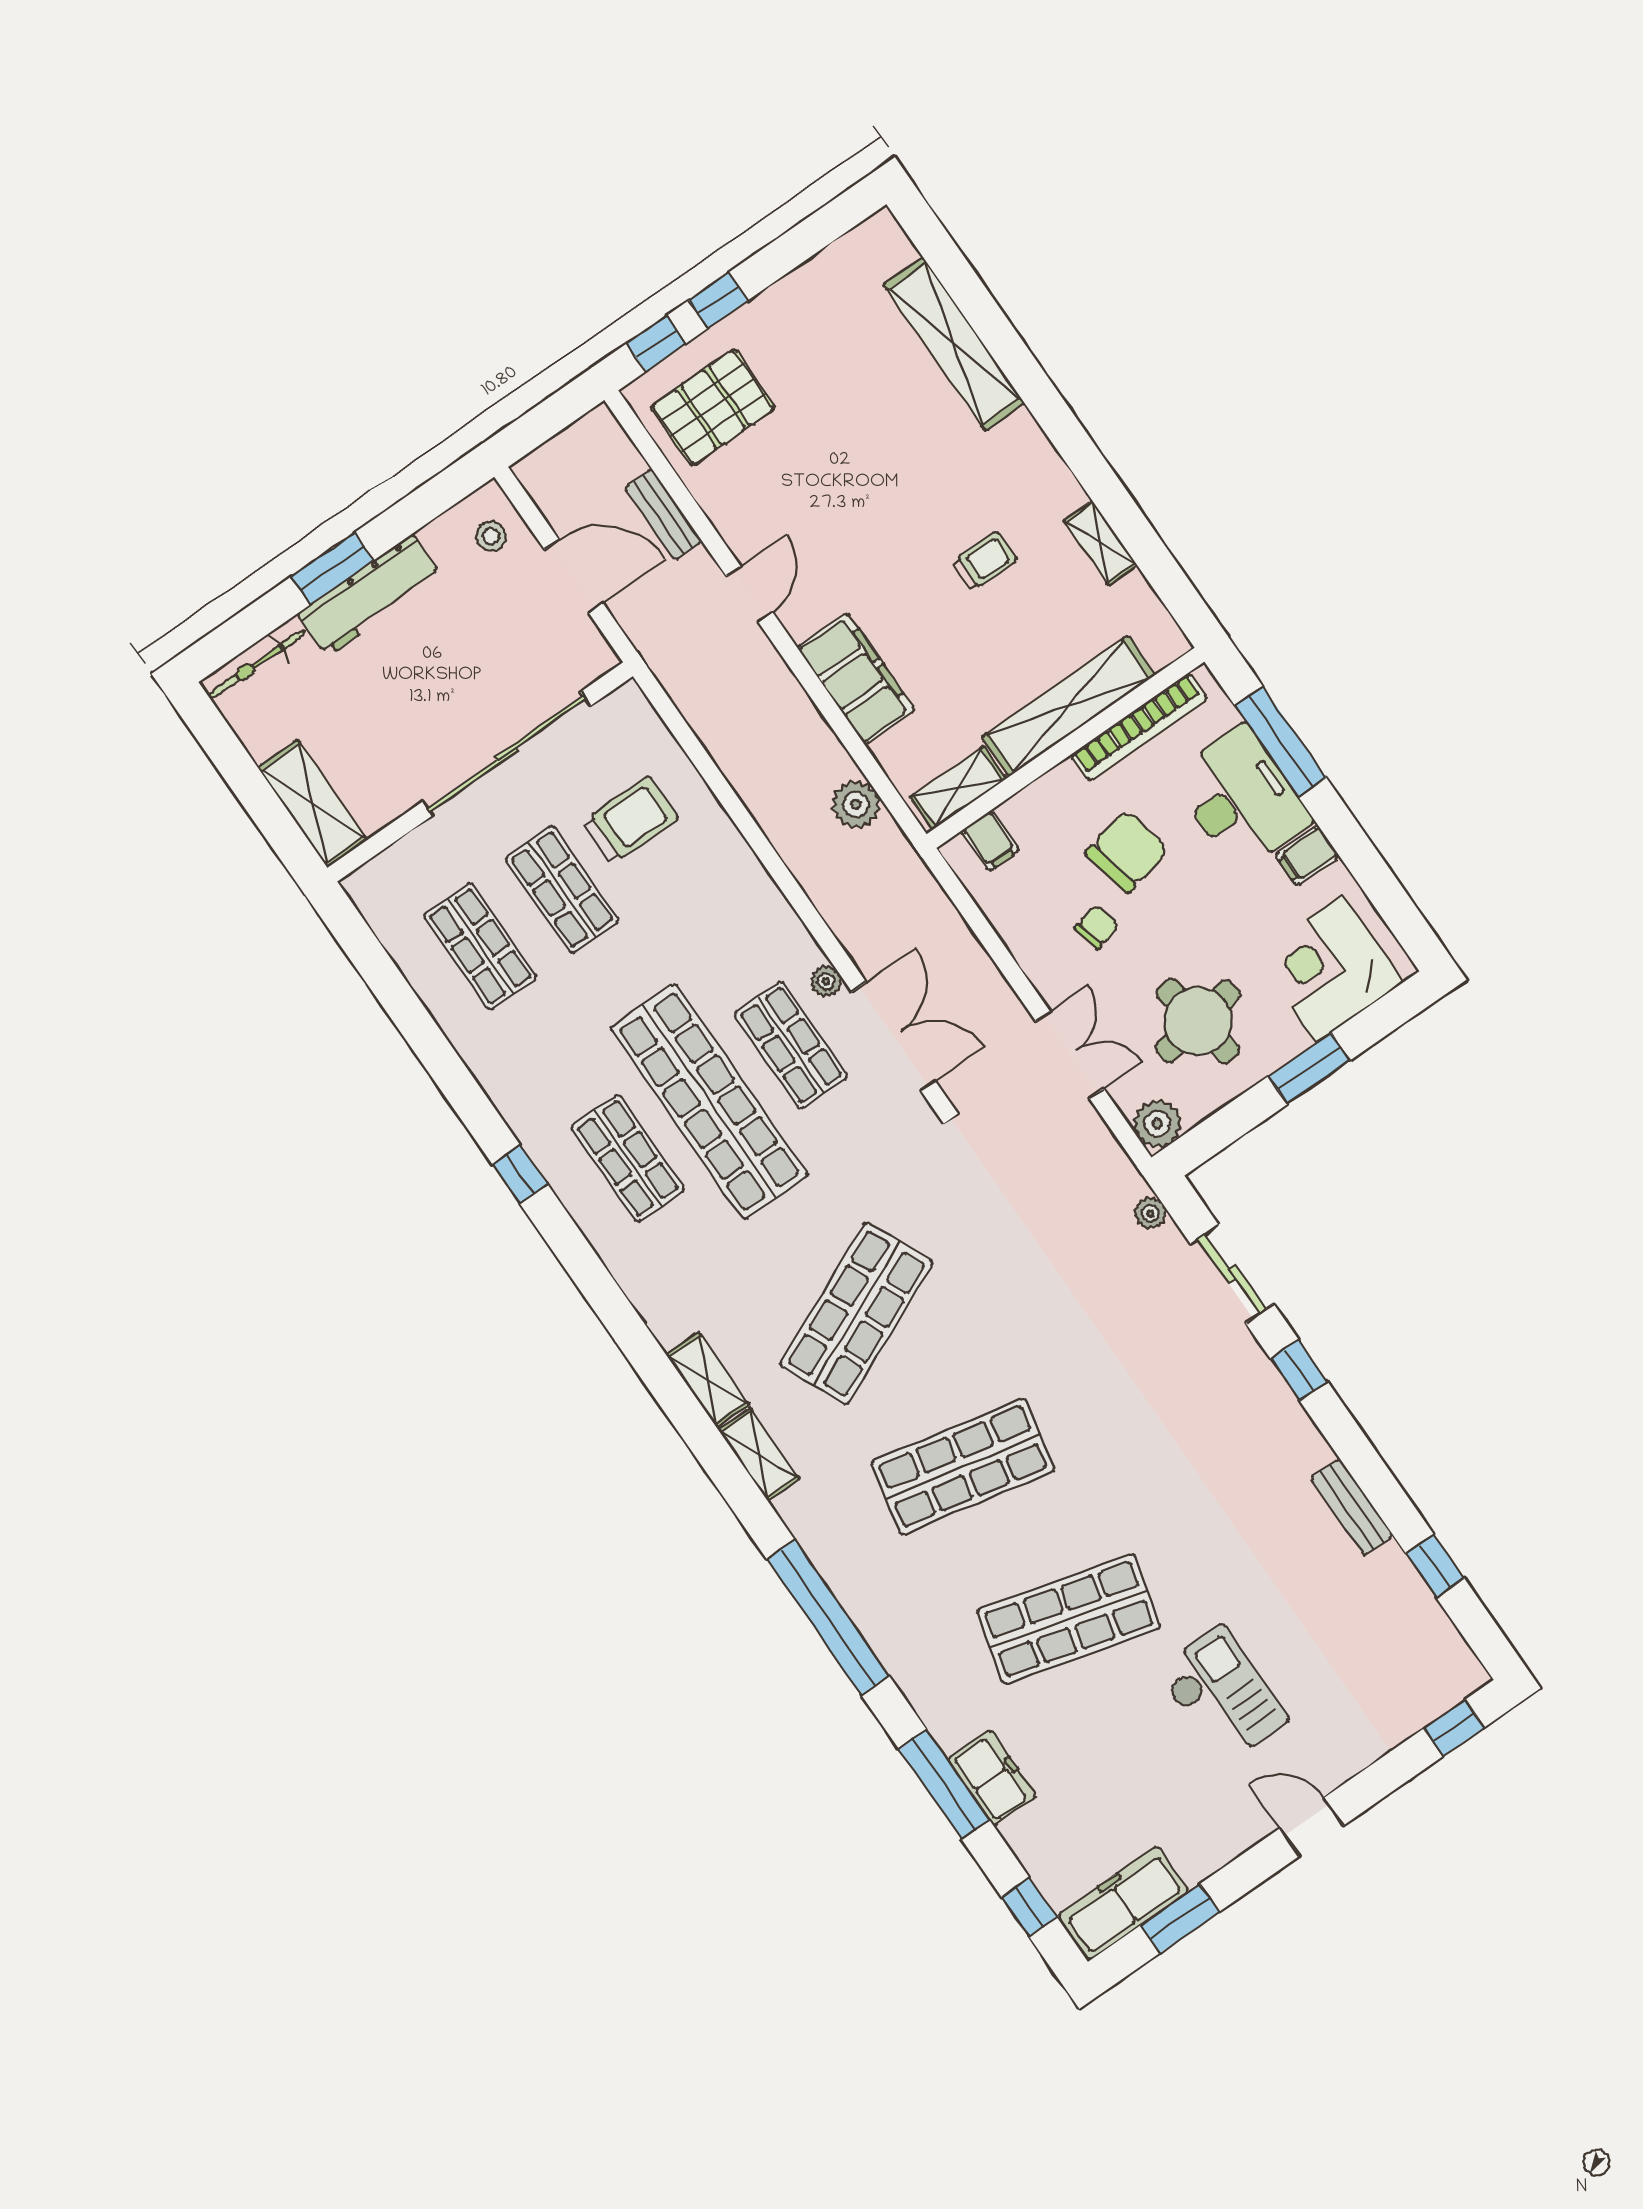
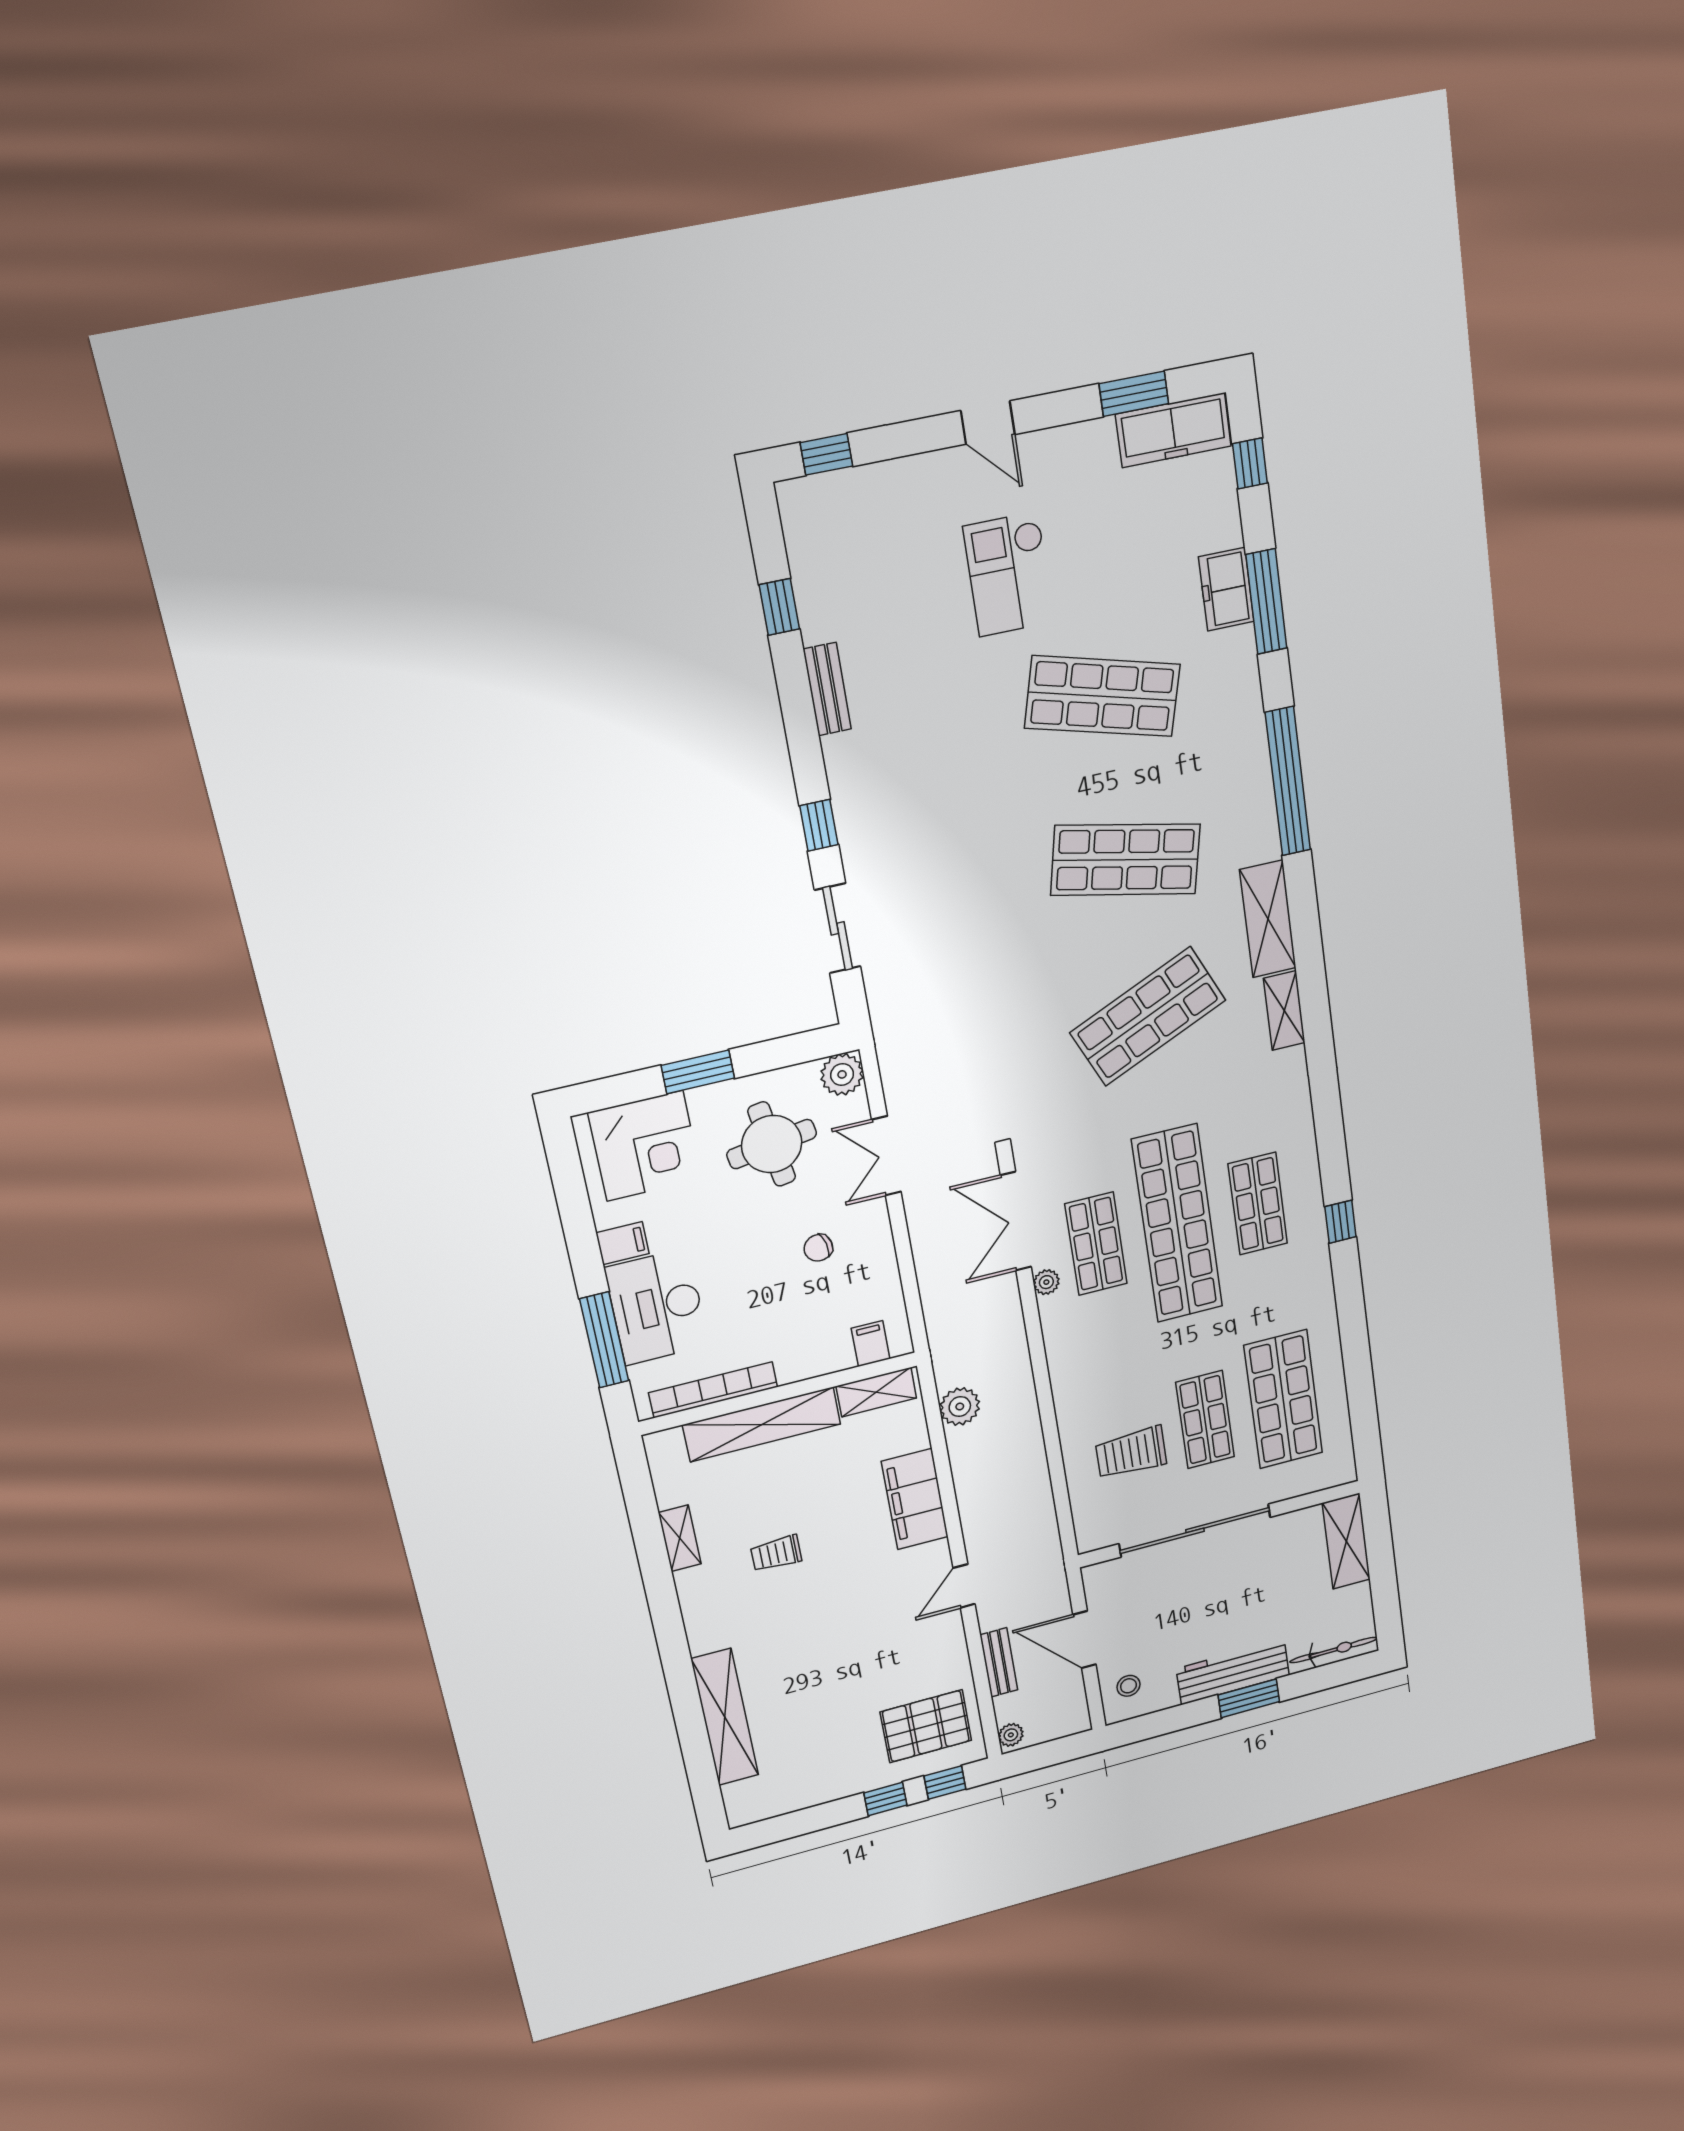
chair: (1127, 851) -> (767, 1298), removed
shop shelf: (480, 946) -> (1283, 1399), width x1.43, depth x1.36
plant: (1150, 1213) -> (1011, 1735), moved
shelving: (759, 1454) -> (1268, 919), width x1.50, depth x1.33

